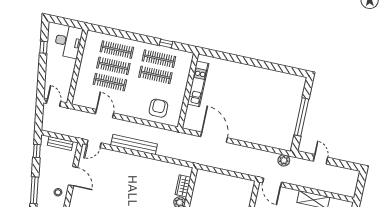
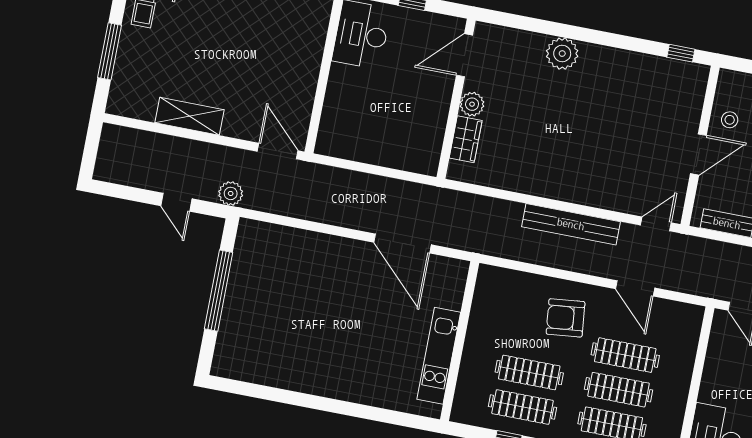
armchair: (158, 108) -> (566, 318), moved, turned 84
plant: (284, 160) -> (231, 193), moved
door: (73, 176) -> (698, 154), swing flipped

